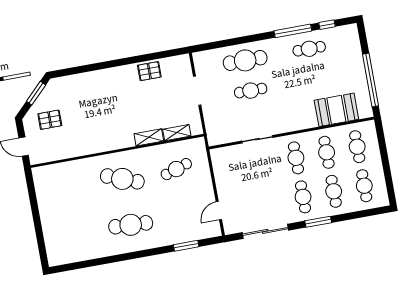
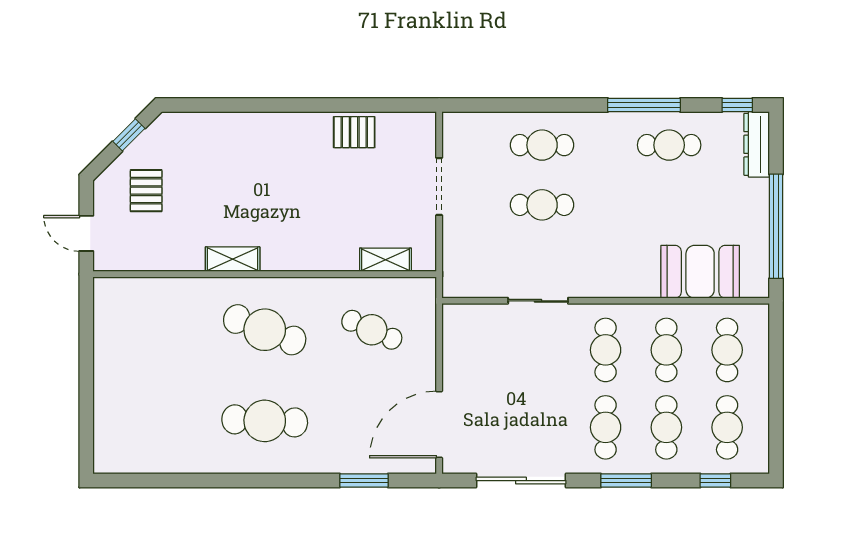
window: (327, 25) -> (737, 105), moved
dresser: (353, 40) -> (757, 144), added
cafe table: (245, 60) -> (542, 145), width x0.73, depth x0.74
window: (36, 93) -> (129, 135), width x0.67
pallet: (50, 120) -> (146, 191), turned 90
shelving: (149, 137) -> (233, 259), moved
cafe table: (176, 169) -> (372, 330), turned 42
door: (219, 211) -> (439, 424), width x1.87
window: (363, 214) -> (715, 481), added

